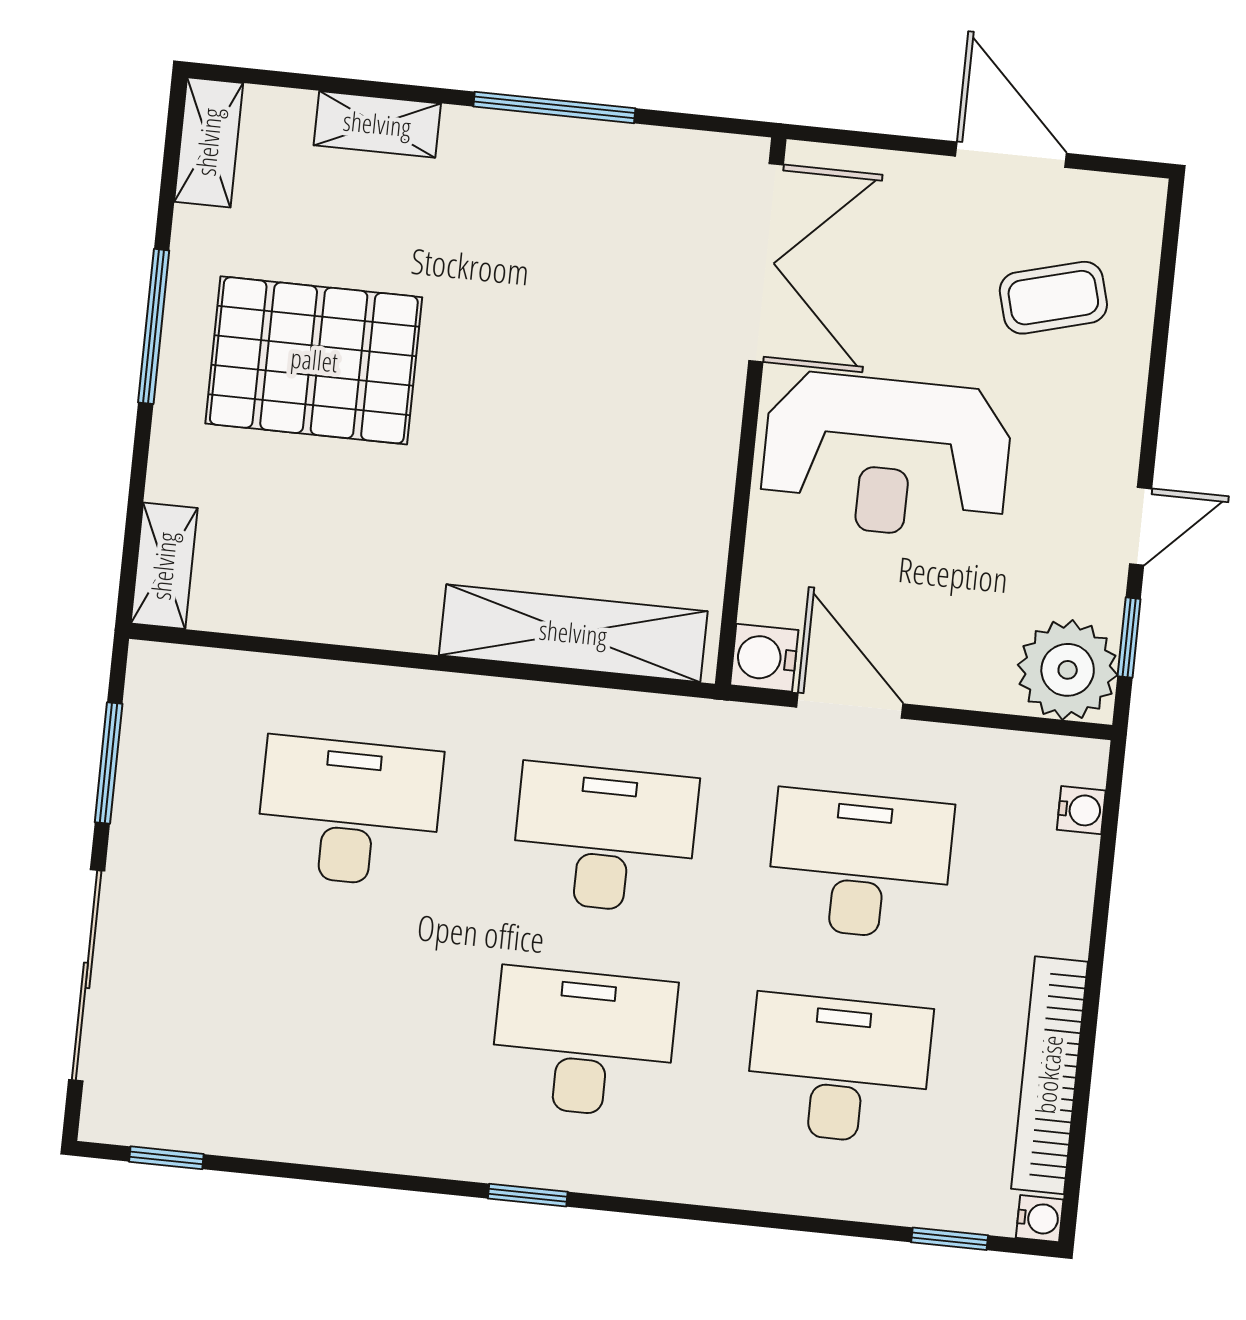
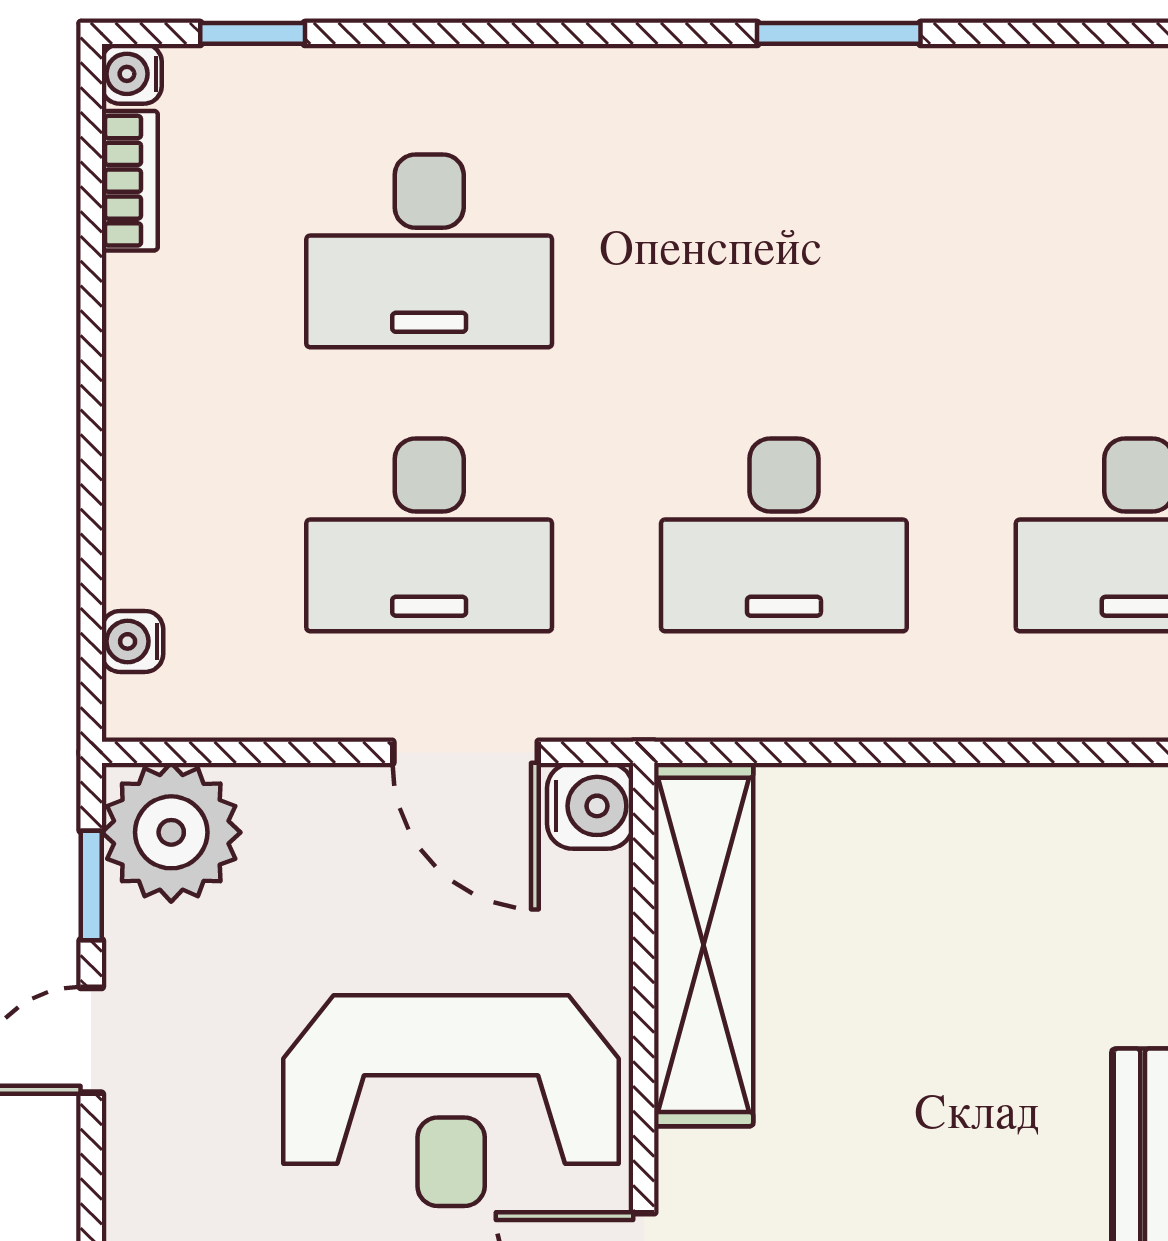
reception desk: (886, 456) -> (451, 1101), turned 180
shelving: (573, 633) -> (704, 945), moved, turned 90
desk: (583, 1043) -> (784, 251), removed
bookcase: (1049, 1075) -> (130, 181), width x0.43, depth x0.76
window: (528, 1195) -> (839, 33), width x1.50

